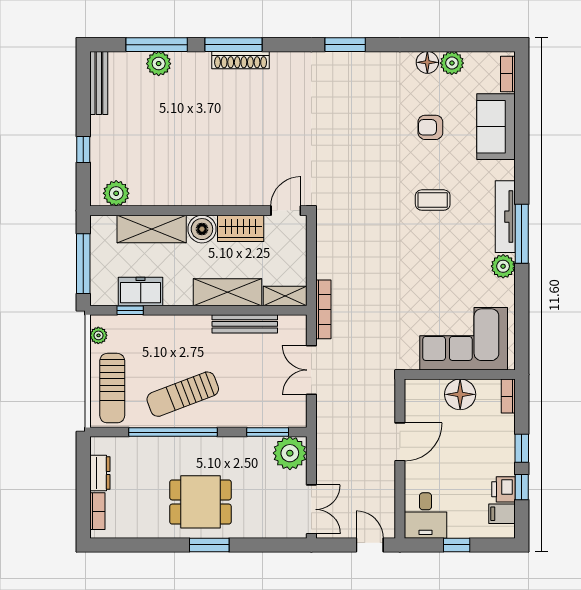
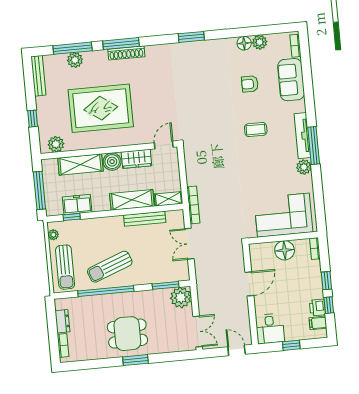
rug: (192, 143) -> (101, 108), added

